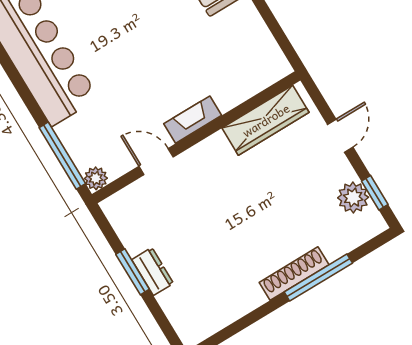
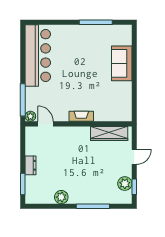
door: (156, 162) -> (45, 124), moved
window: (133, 272) -> (23, 184), moved
shoe rack: (294, 274) -> (84, 199), removed
plant: (248, 297) -> (61, 197), added

